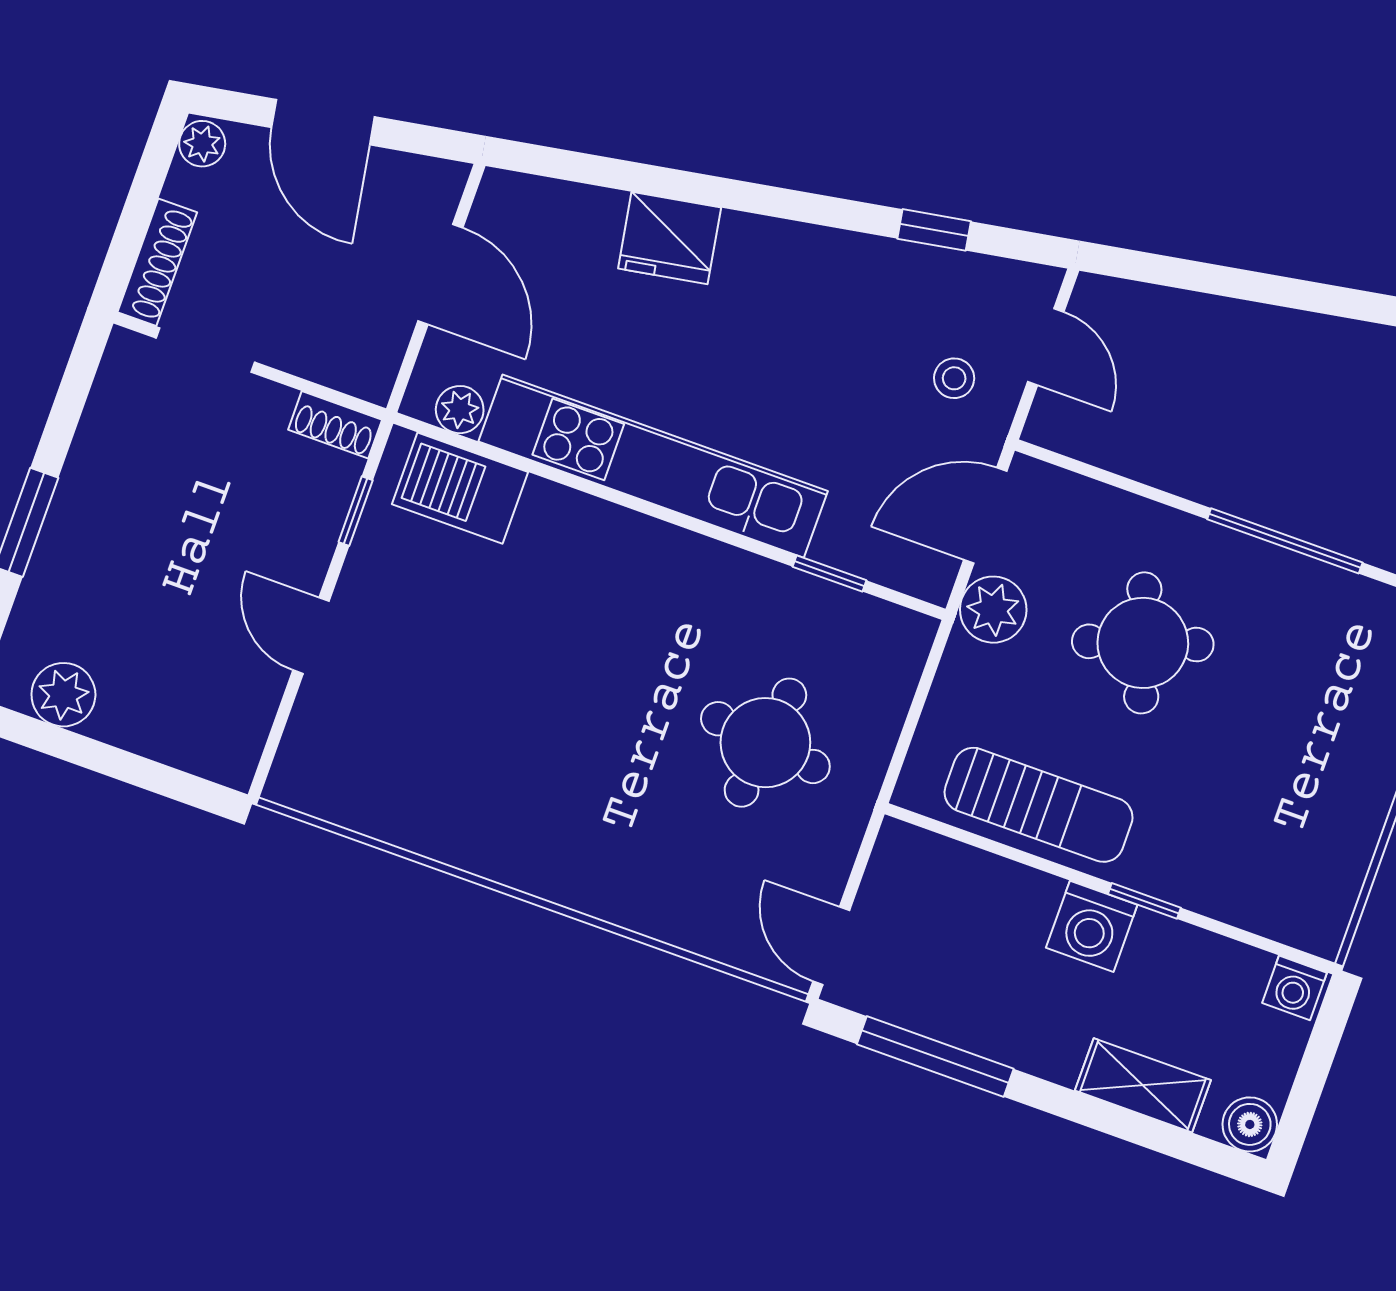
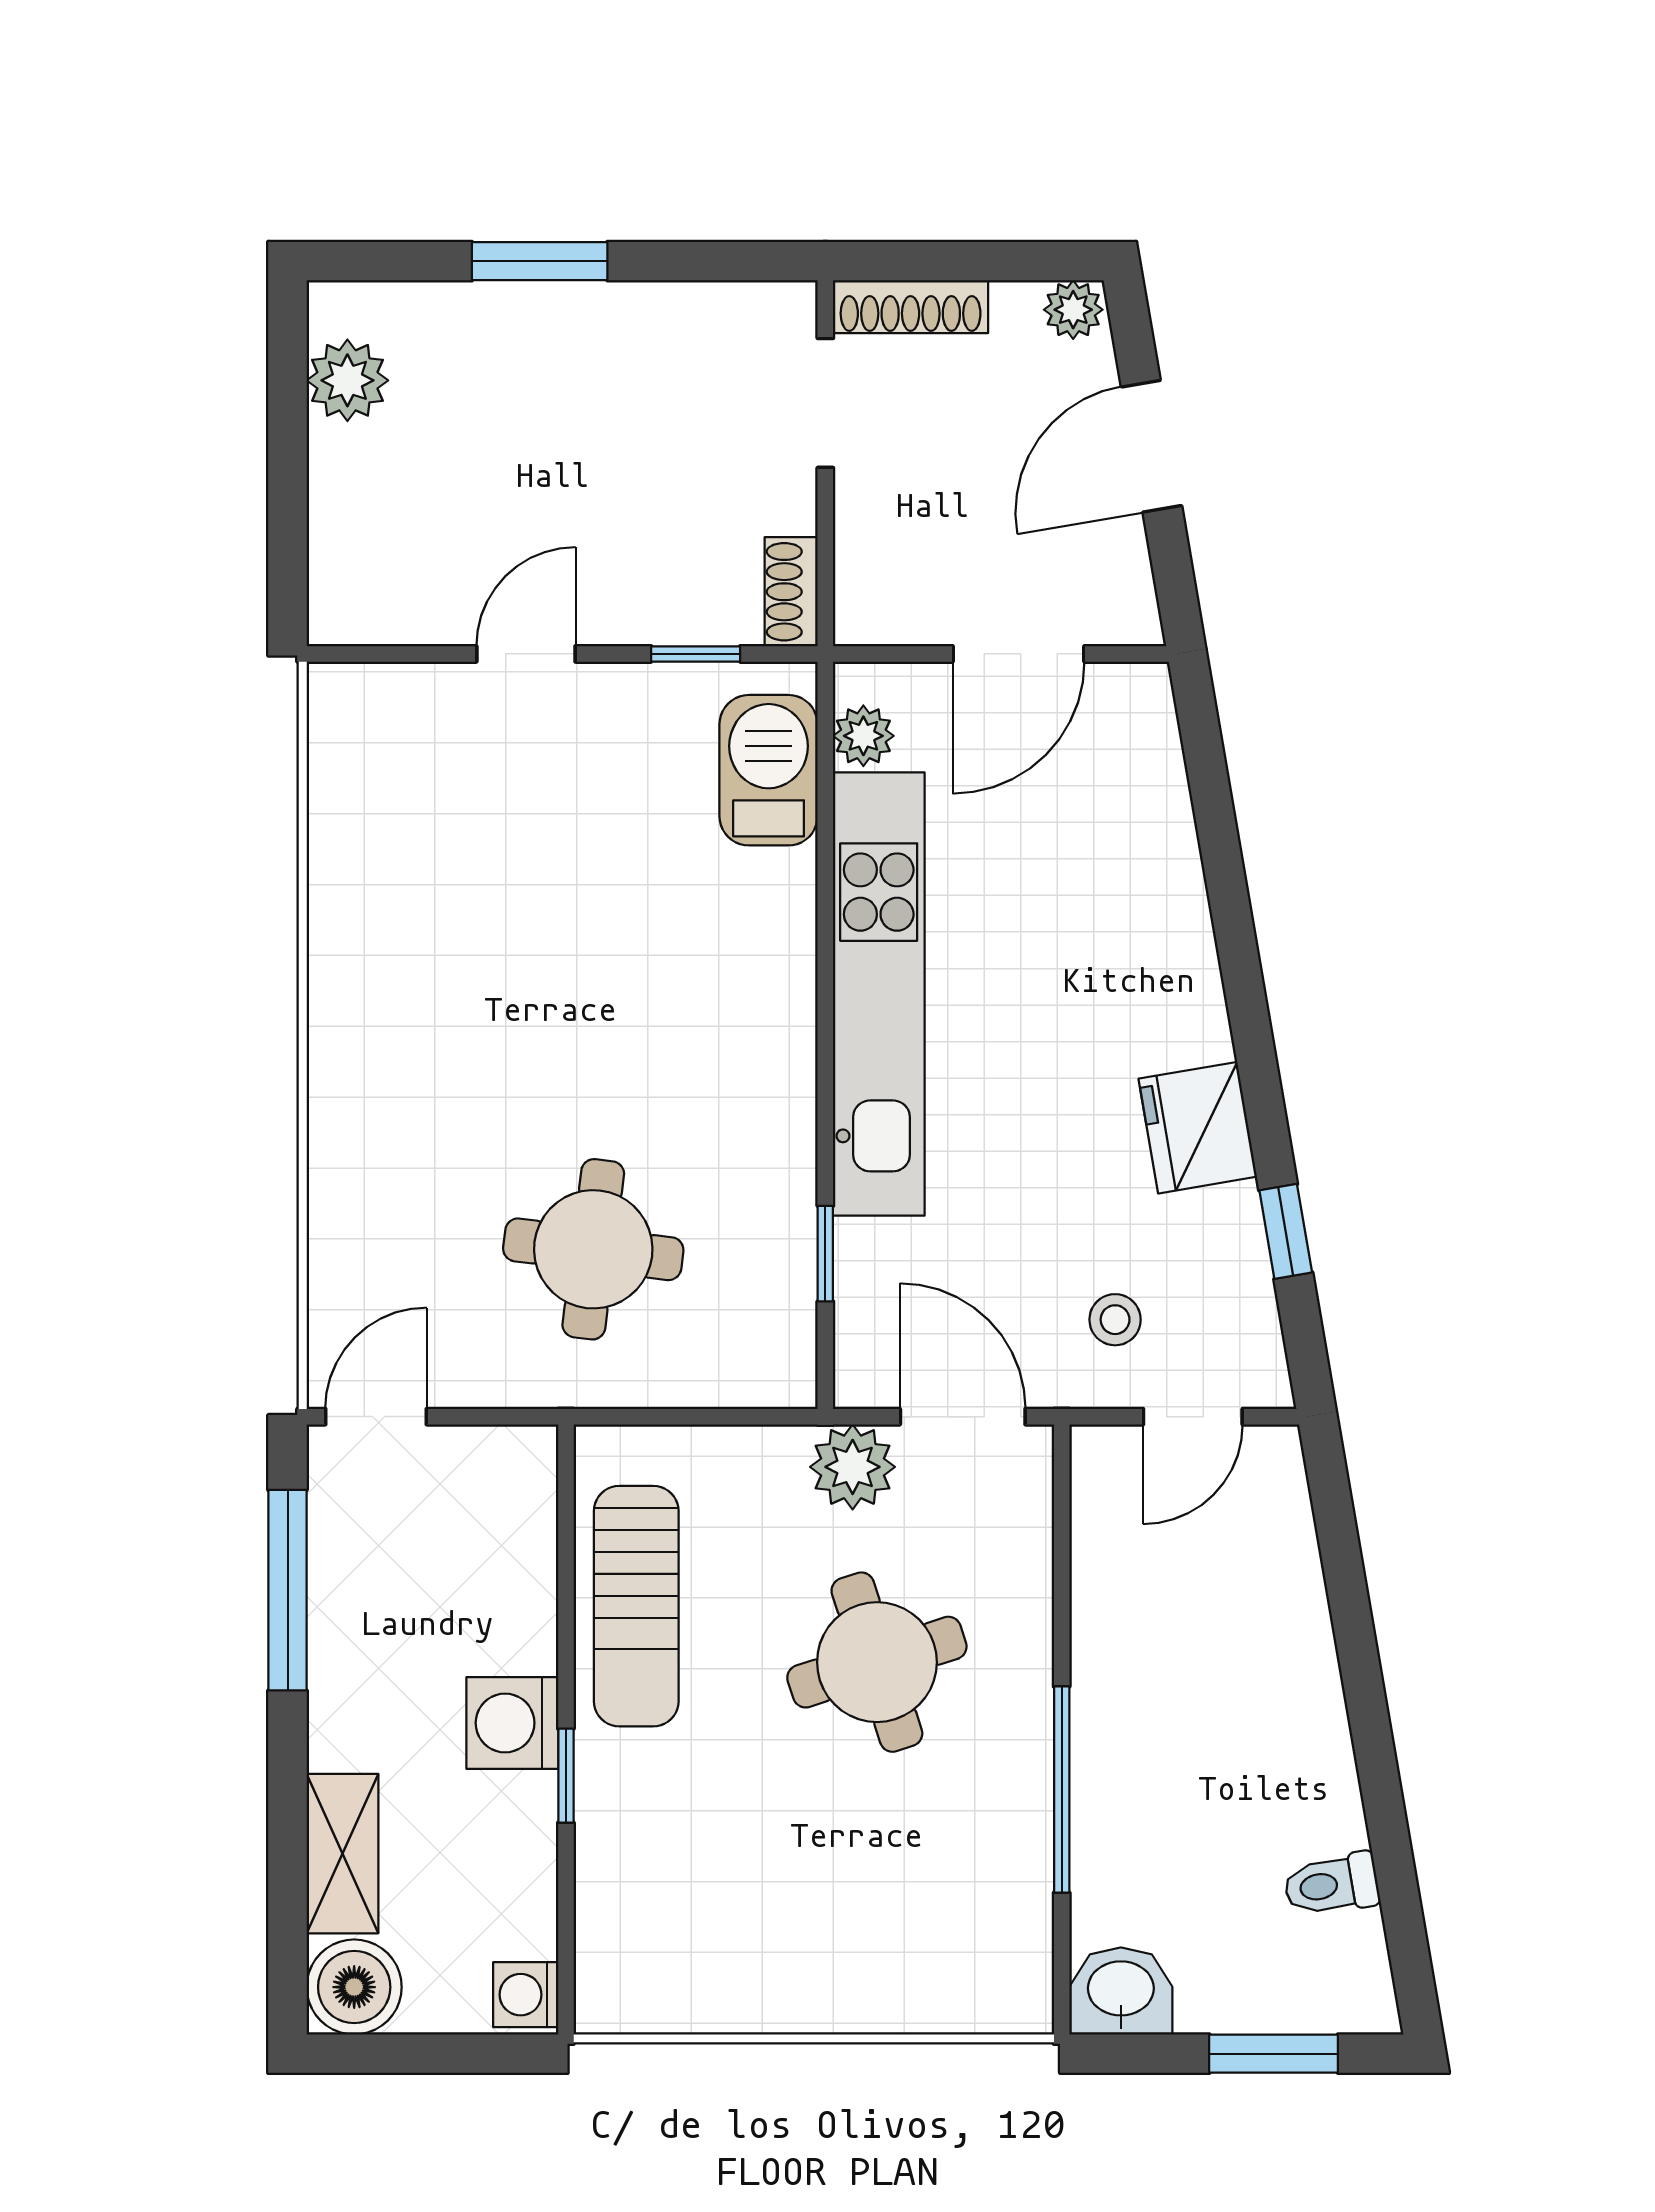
fridge: (670, 238) -> (1198, 1128), moved
boiler: (1250, 1124) -> (354, 1987), width x1.36, depth x1.36

